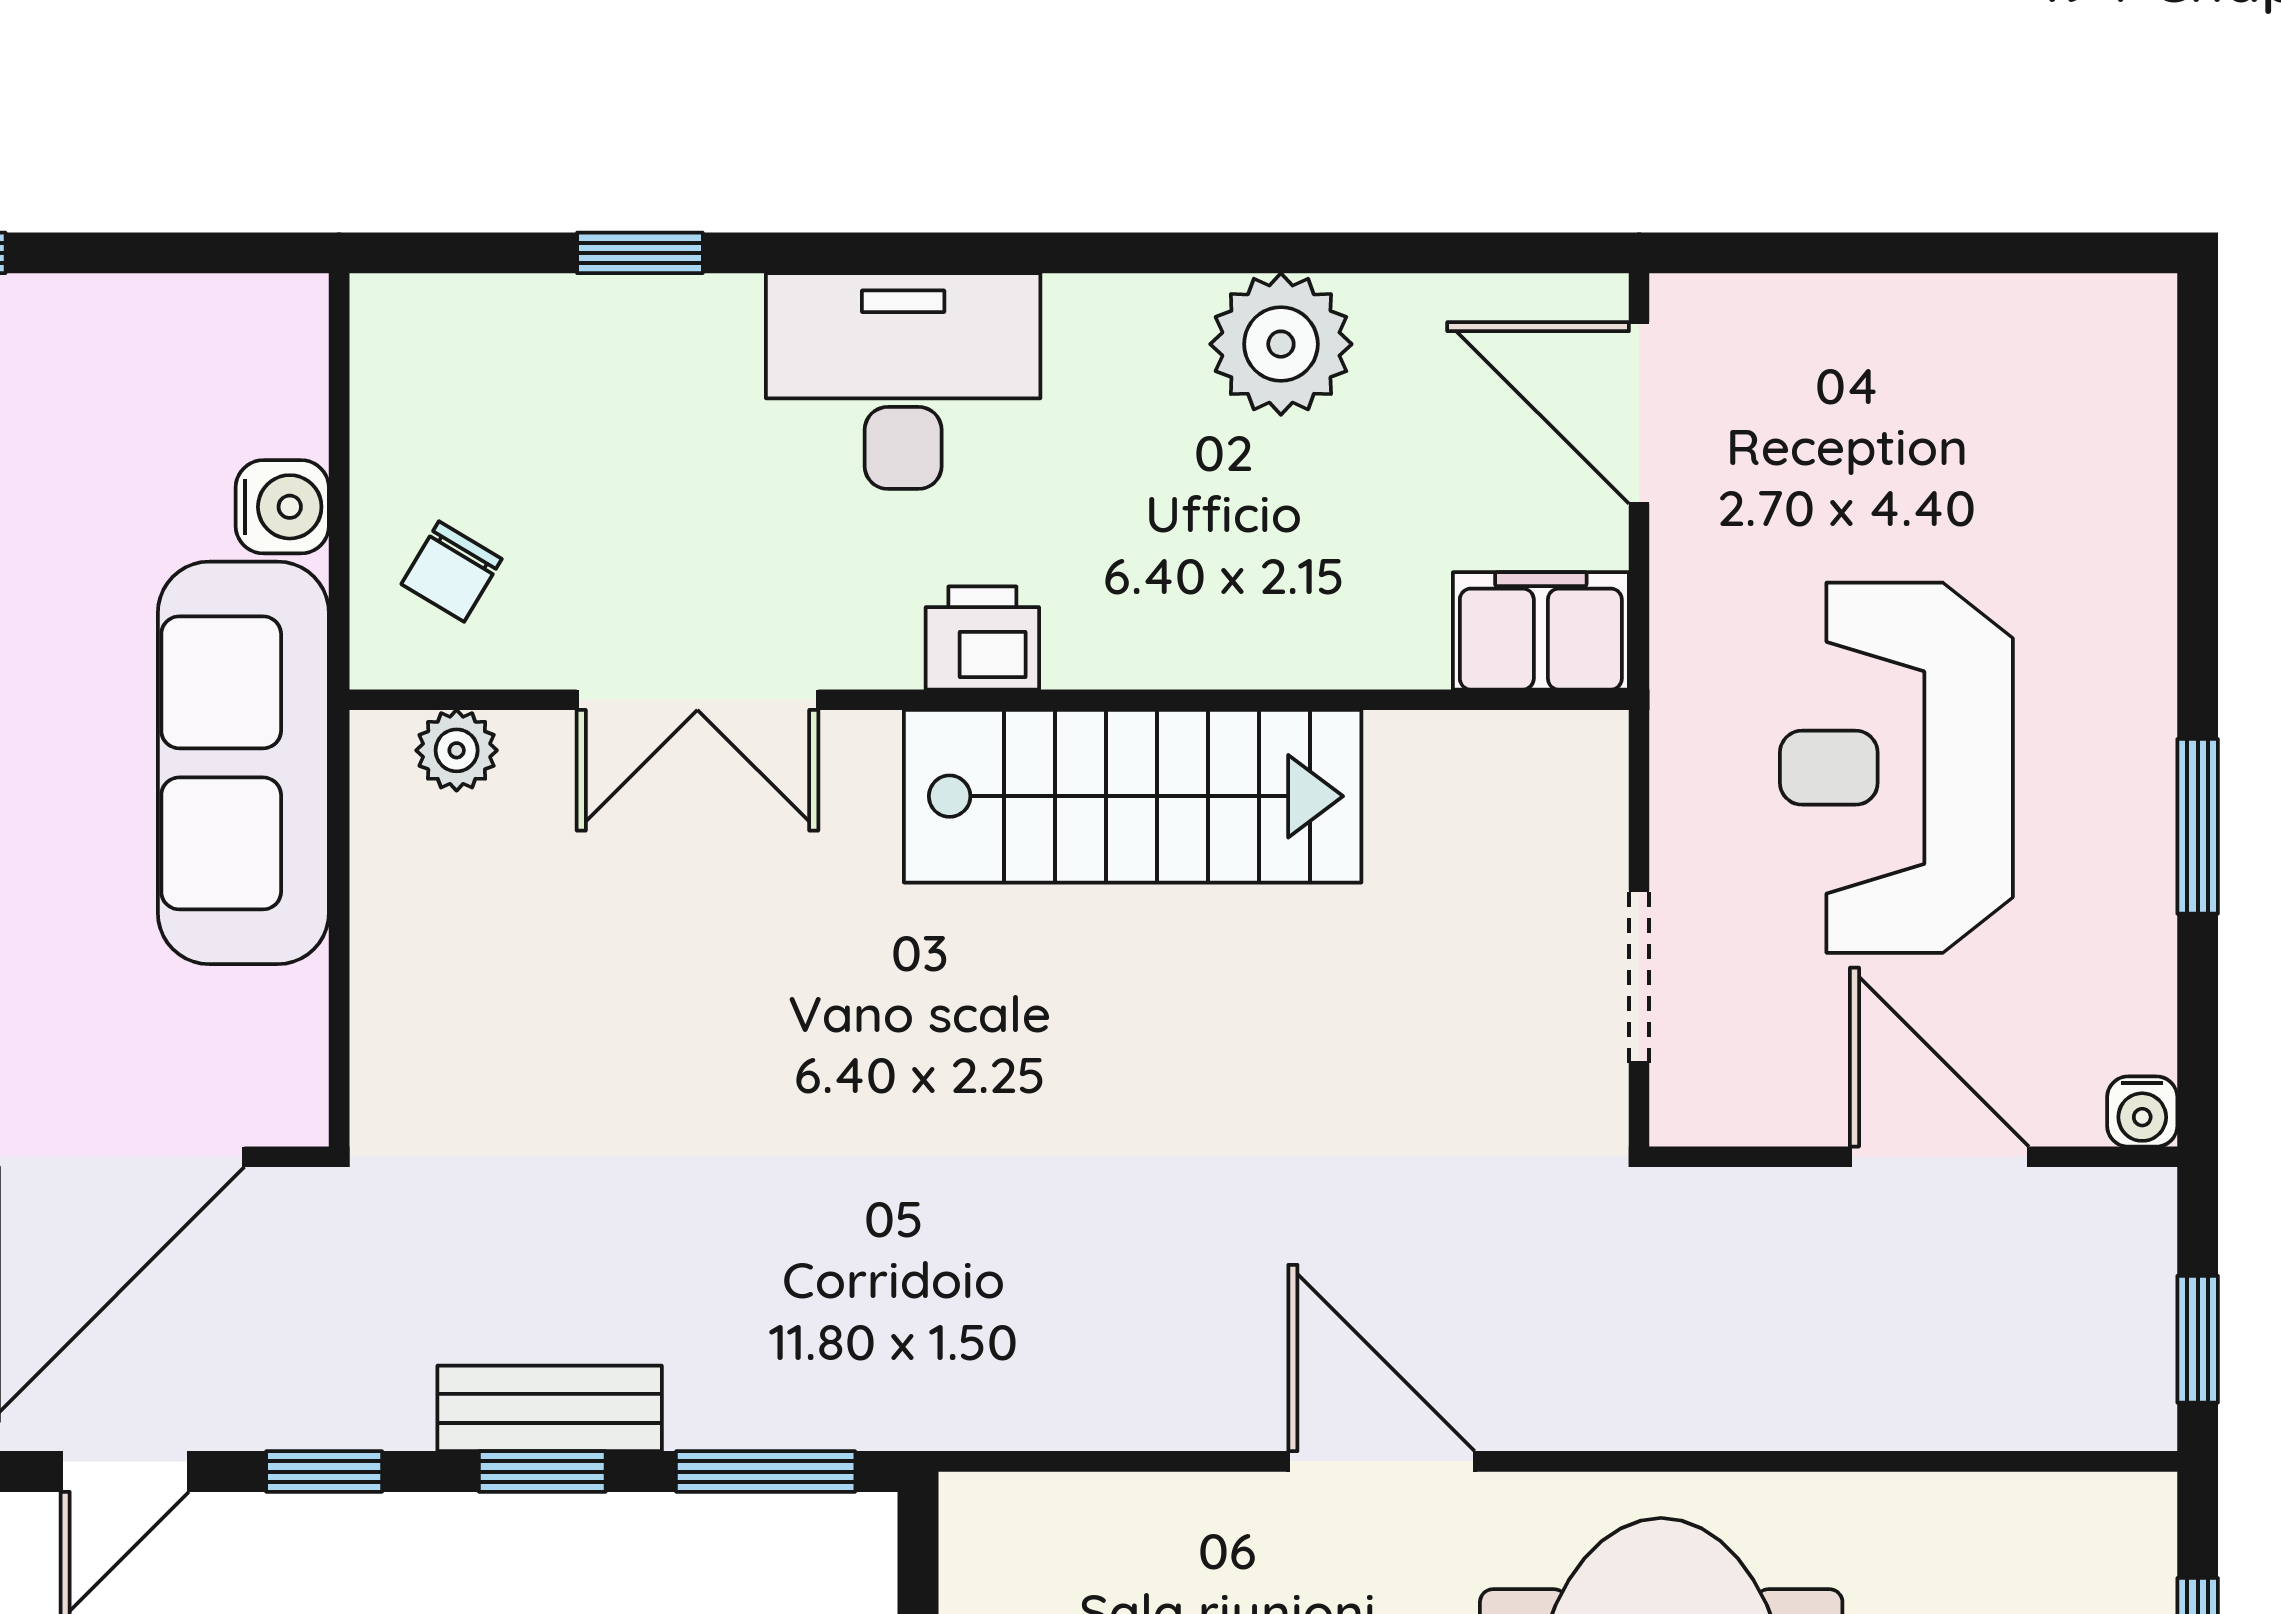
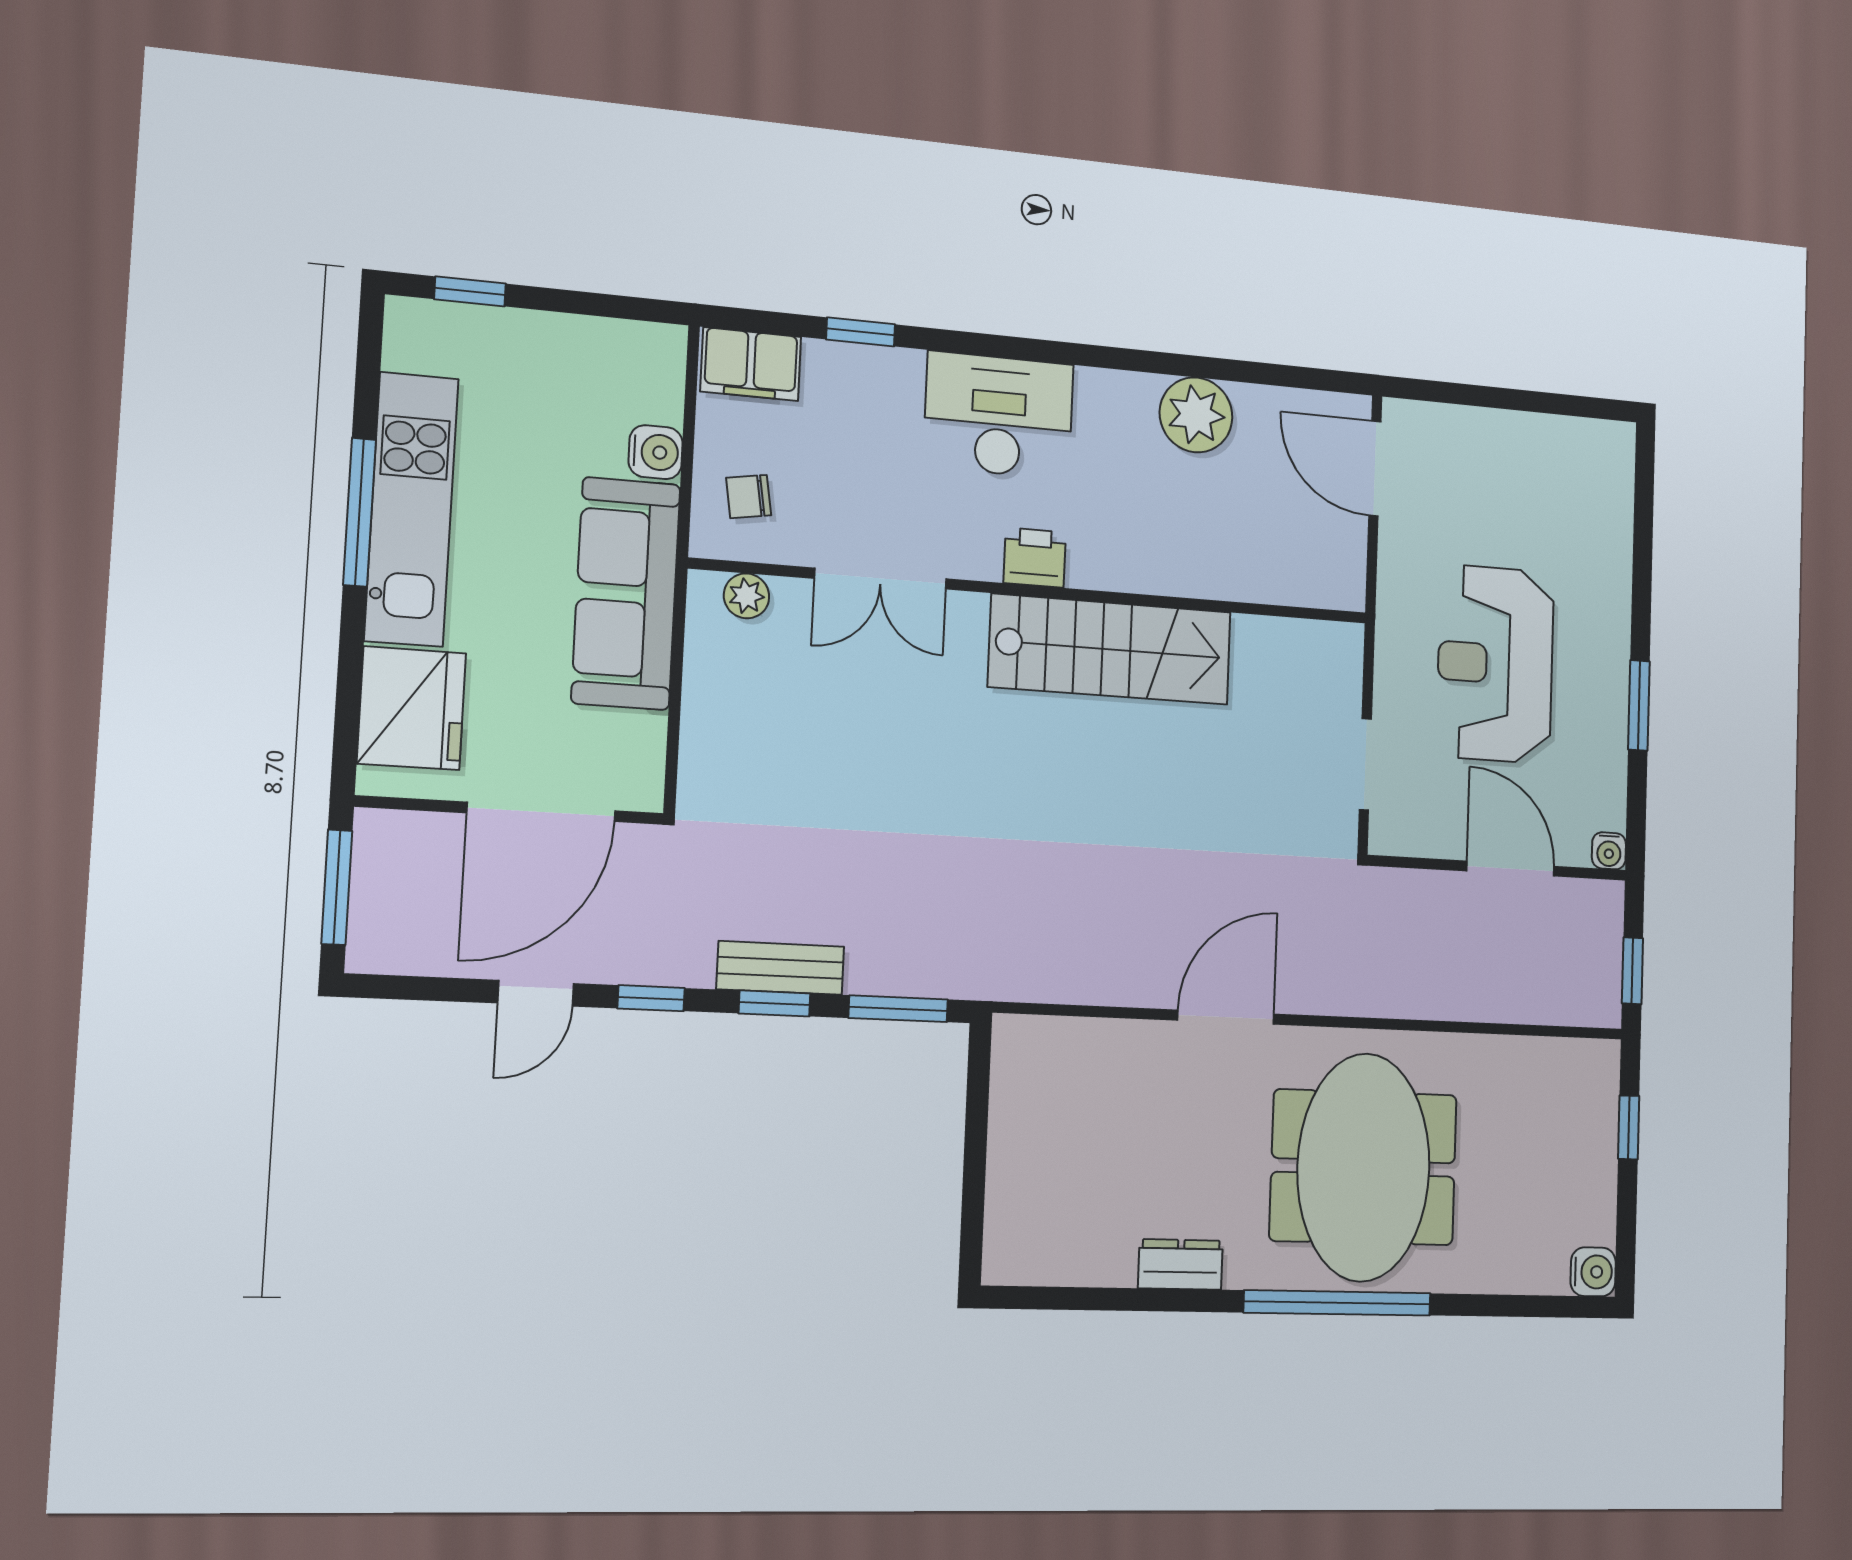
chair: (452, 571) -> (749, 497), turned 50
filing cabinet: (1541, 631) -> (751, 364), moved, turned 180
door: (1381, 1461) -> (1226, 1017), hinge flipped

